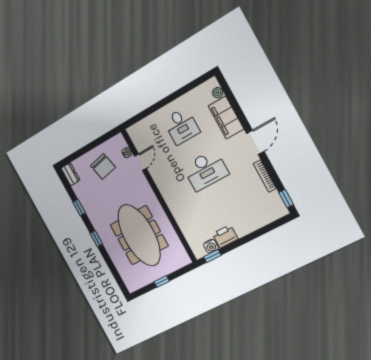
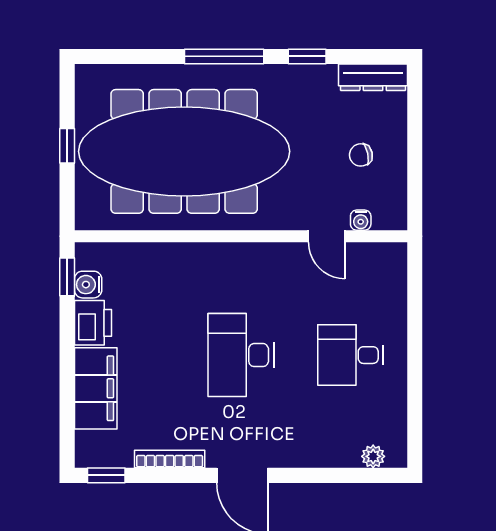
filing cabinet: (226, 117) -> (96, 388), moved, turned 90
chair: (103, 166) -> (361, 155), width x0.54, depth x0.54
dresser: (70, 174) -> (373, 77), width x1.44
meeting table: (139, 235) -> (184, 151), width x1.36, depth x1.27
window: (96, 239) -> (224, 56), width x2.17

